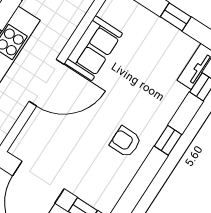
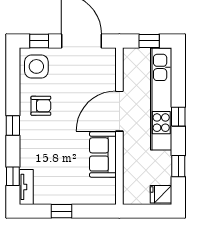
side table: (103, 186) -> (36, 66), added

